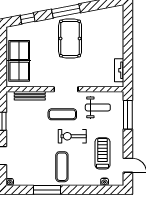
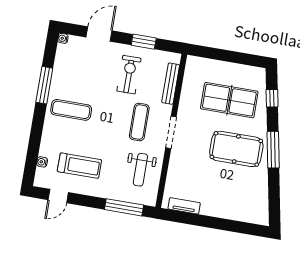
table tennis table: (19, 61) -> (229, 100), moved
exercise bike: (72, 136) -> (129, 75), moved

